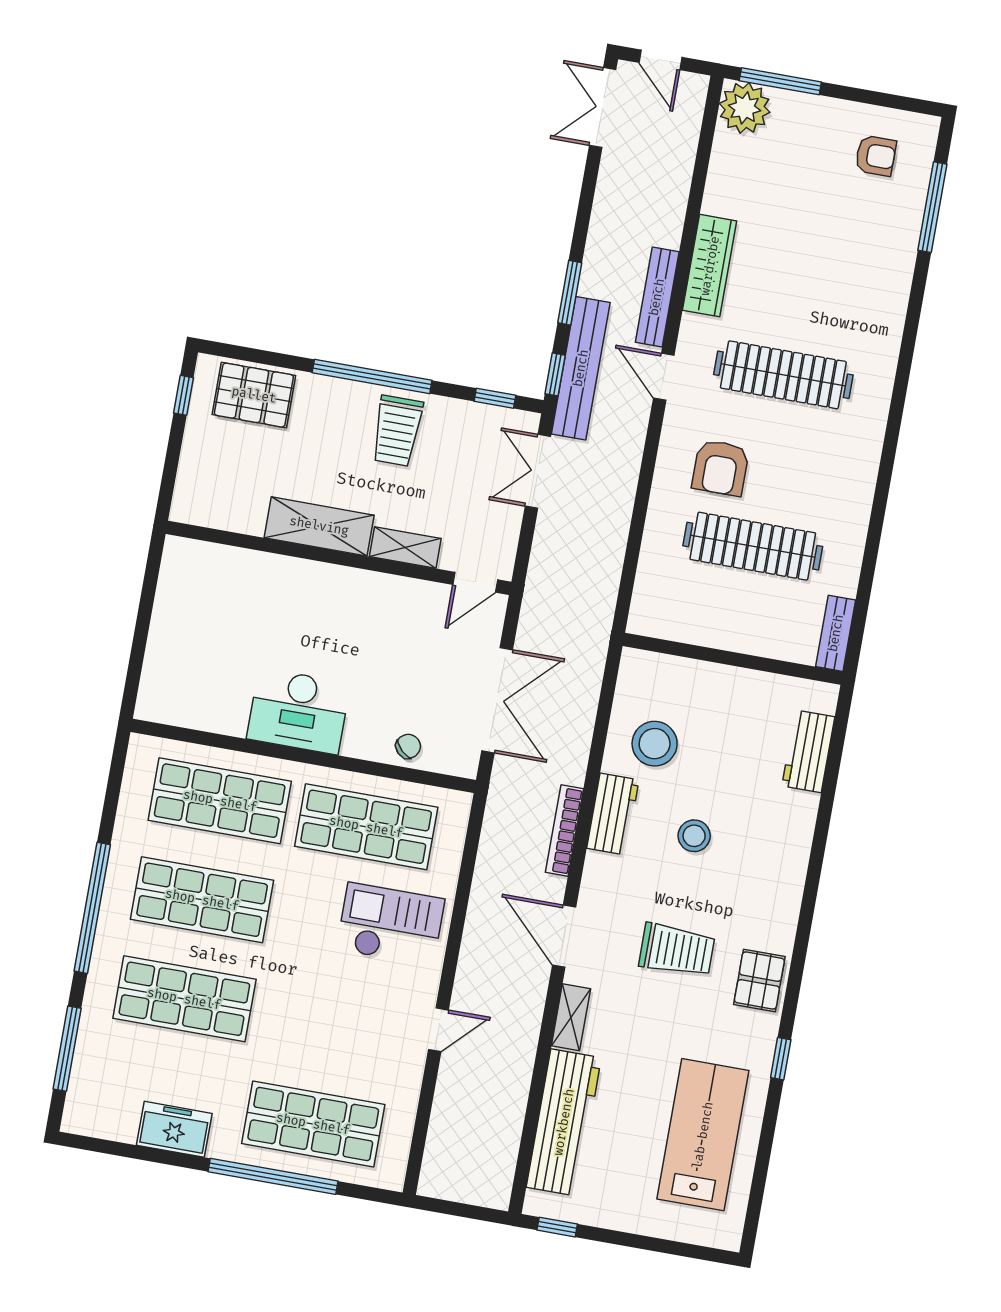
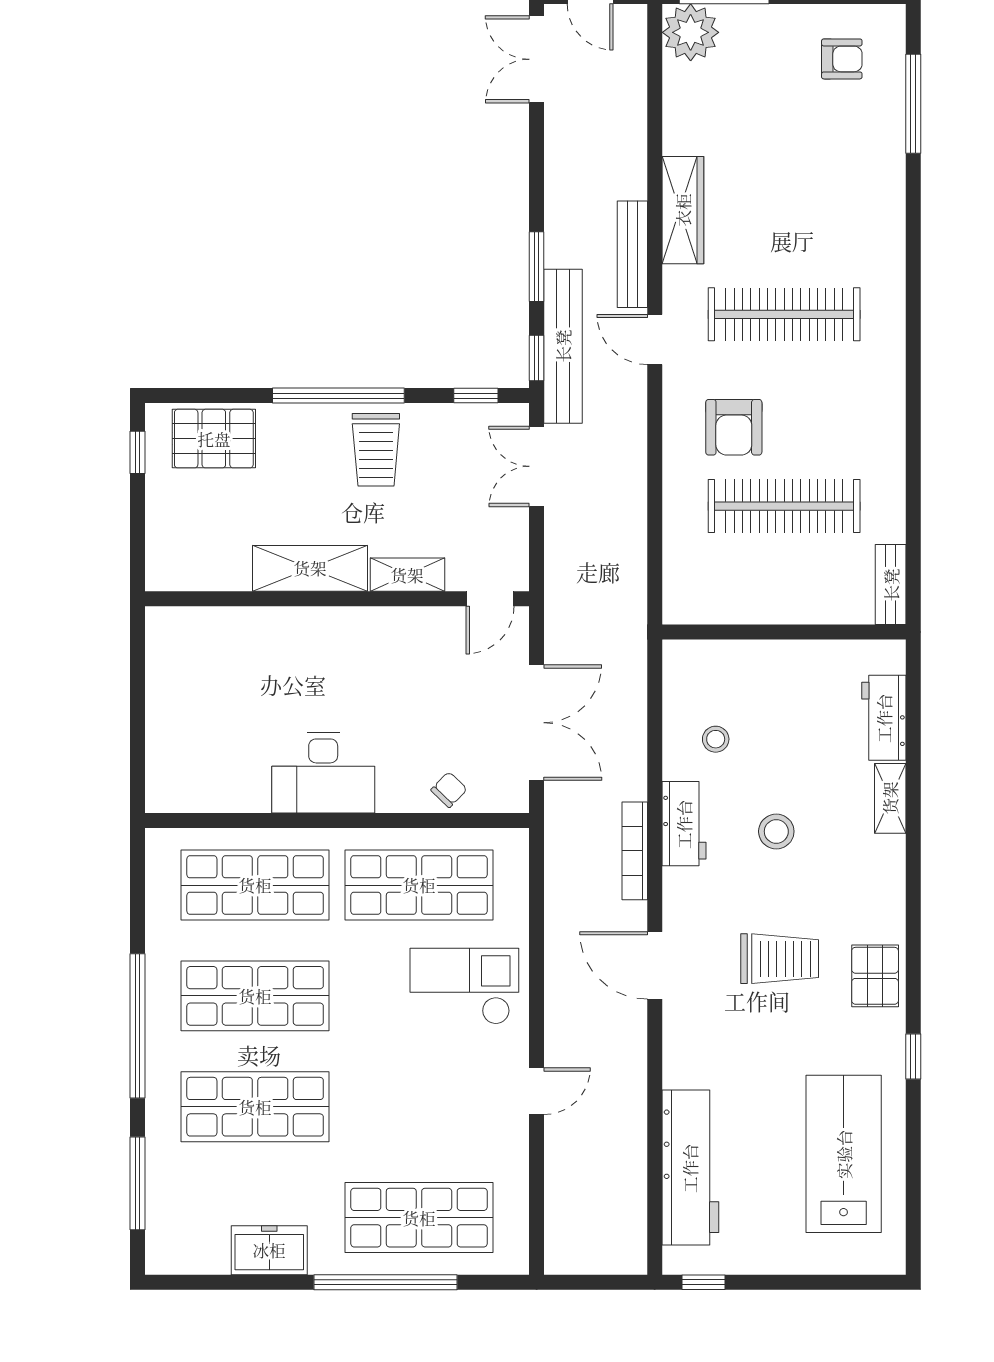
stool: (655, 744) -> (716, 739), width x0.53, depth x0.53
shelving: (571, 1017) -> (890, 798), moved

